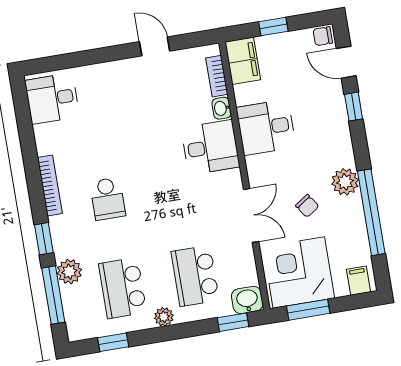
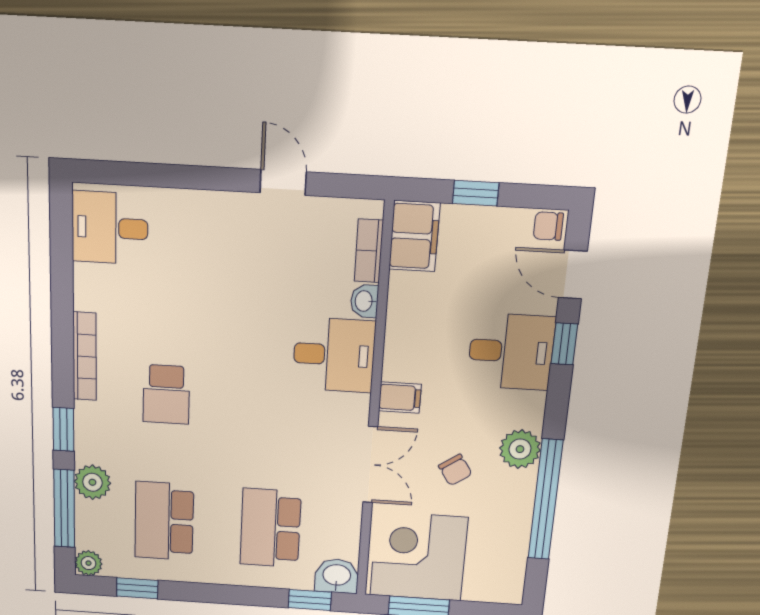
desk: (266, 127) -> (511, 352), moved, turned 180
filing cabinet: (358, 281) -> (400, 397), moved, turned 90
plant: (164, 317) -> (88, 563), moved

